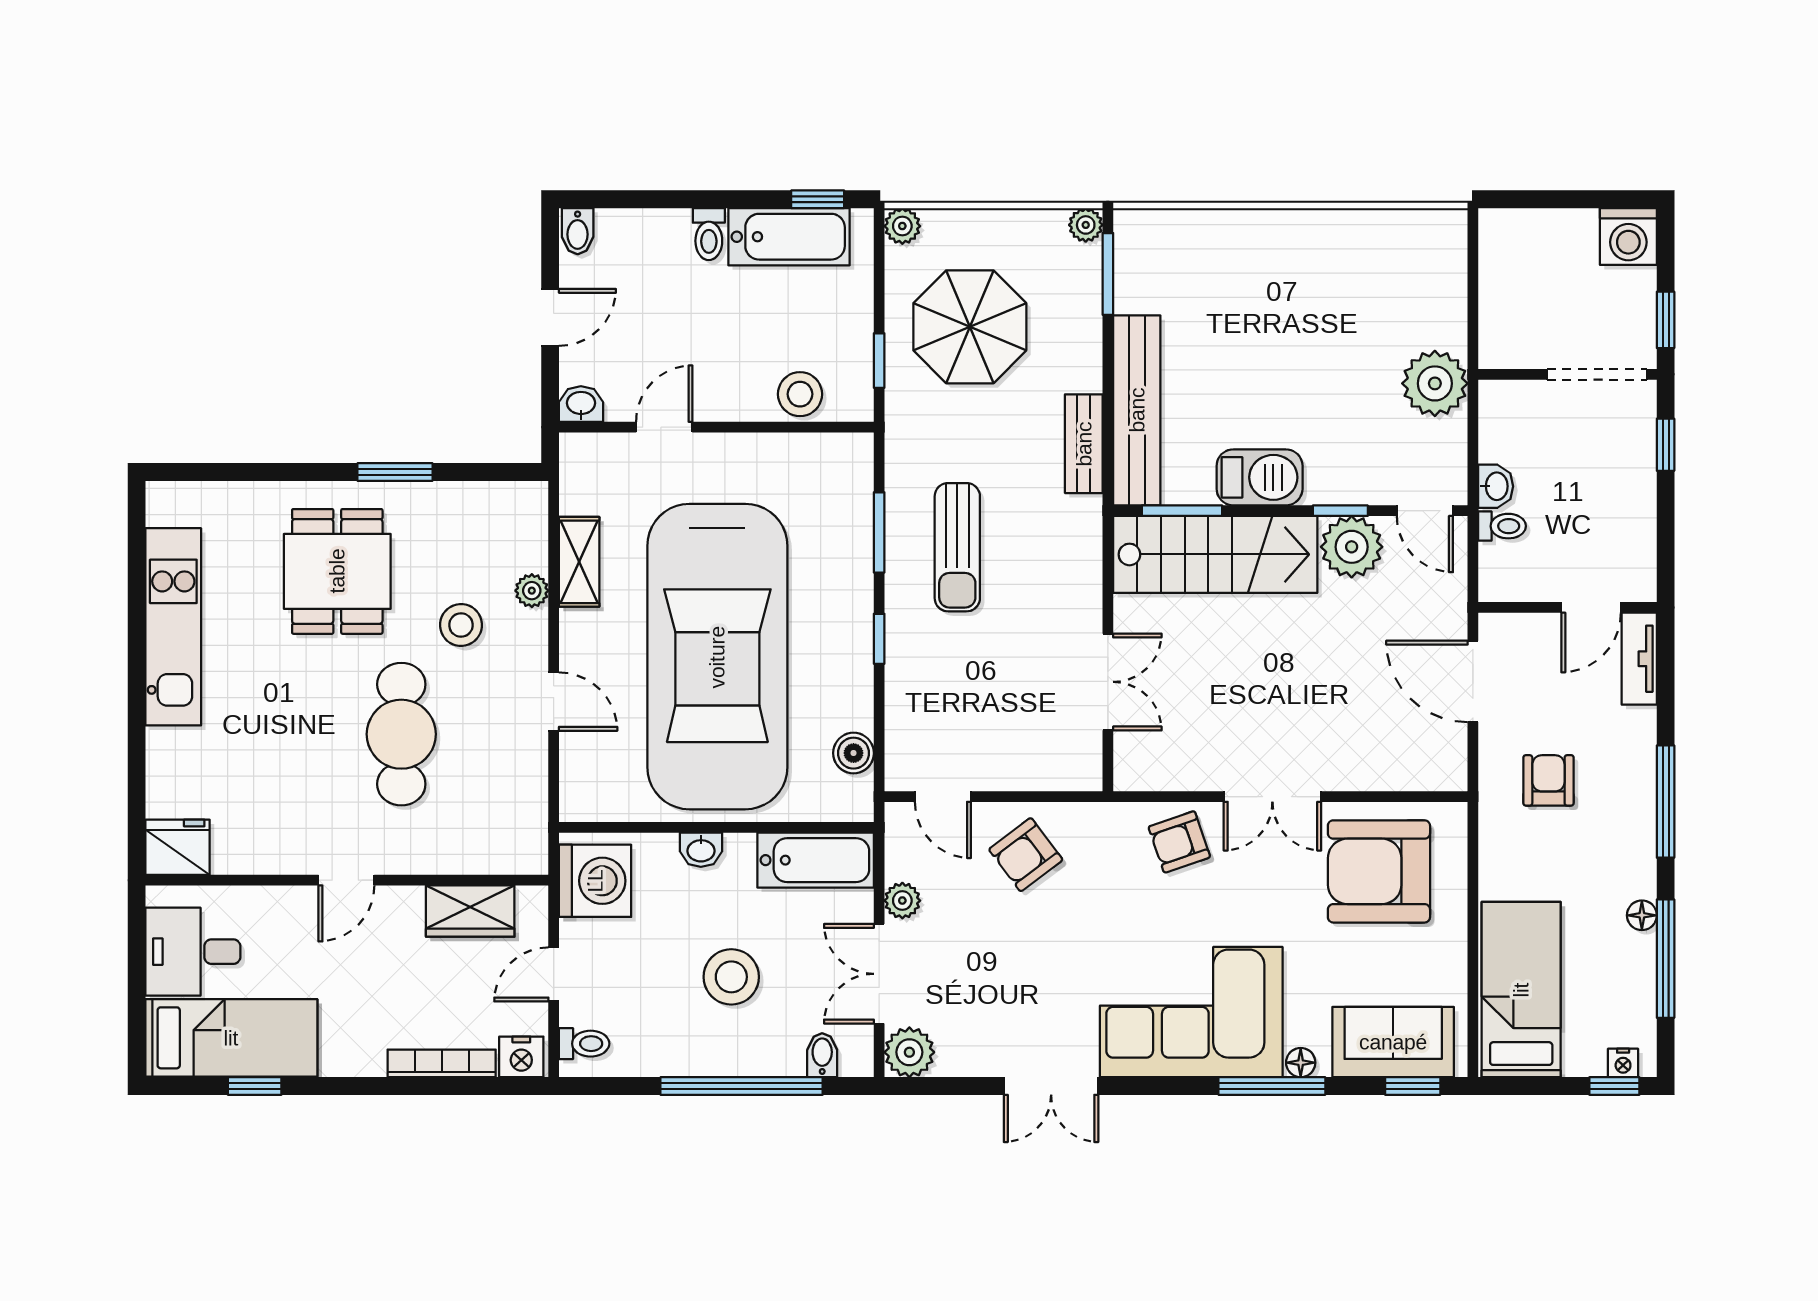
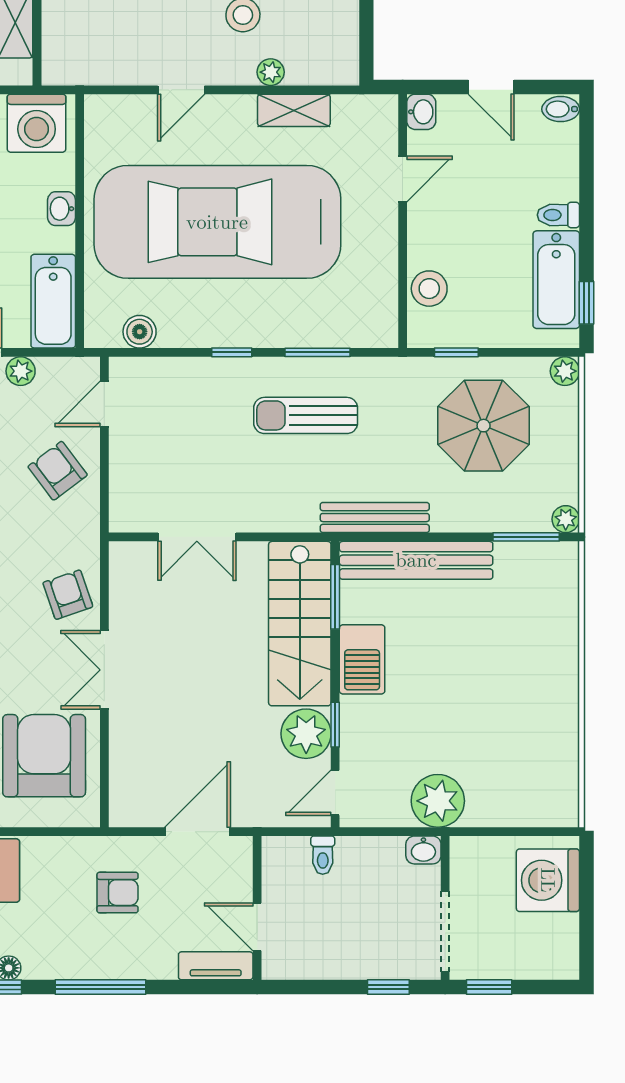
washing machine: (1628, 236) -> (548, 880), moved, width x1.37, depth x1.37
door: (664, 427) -> (403, 179), hinge flipped
bench: (1084, 444) -> (375, 518), width x1.36
washbasin: (1496, 486) -> (423, 850), moved

